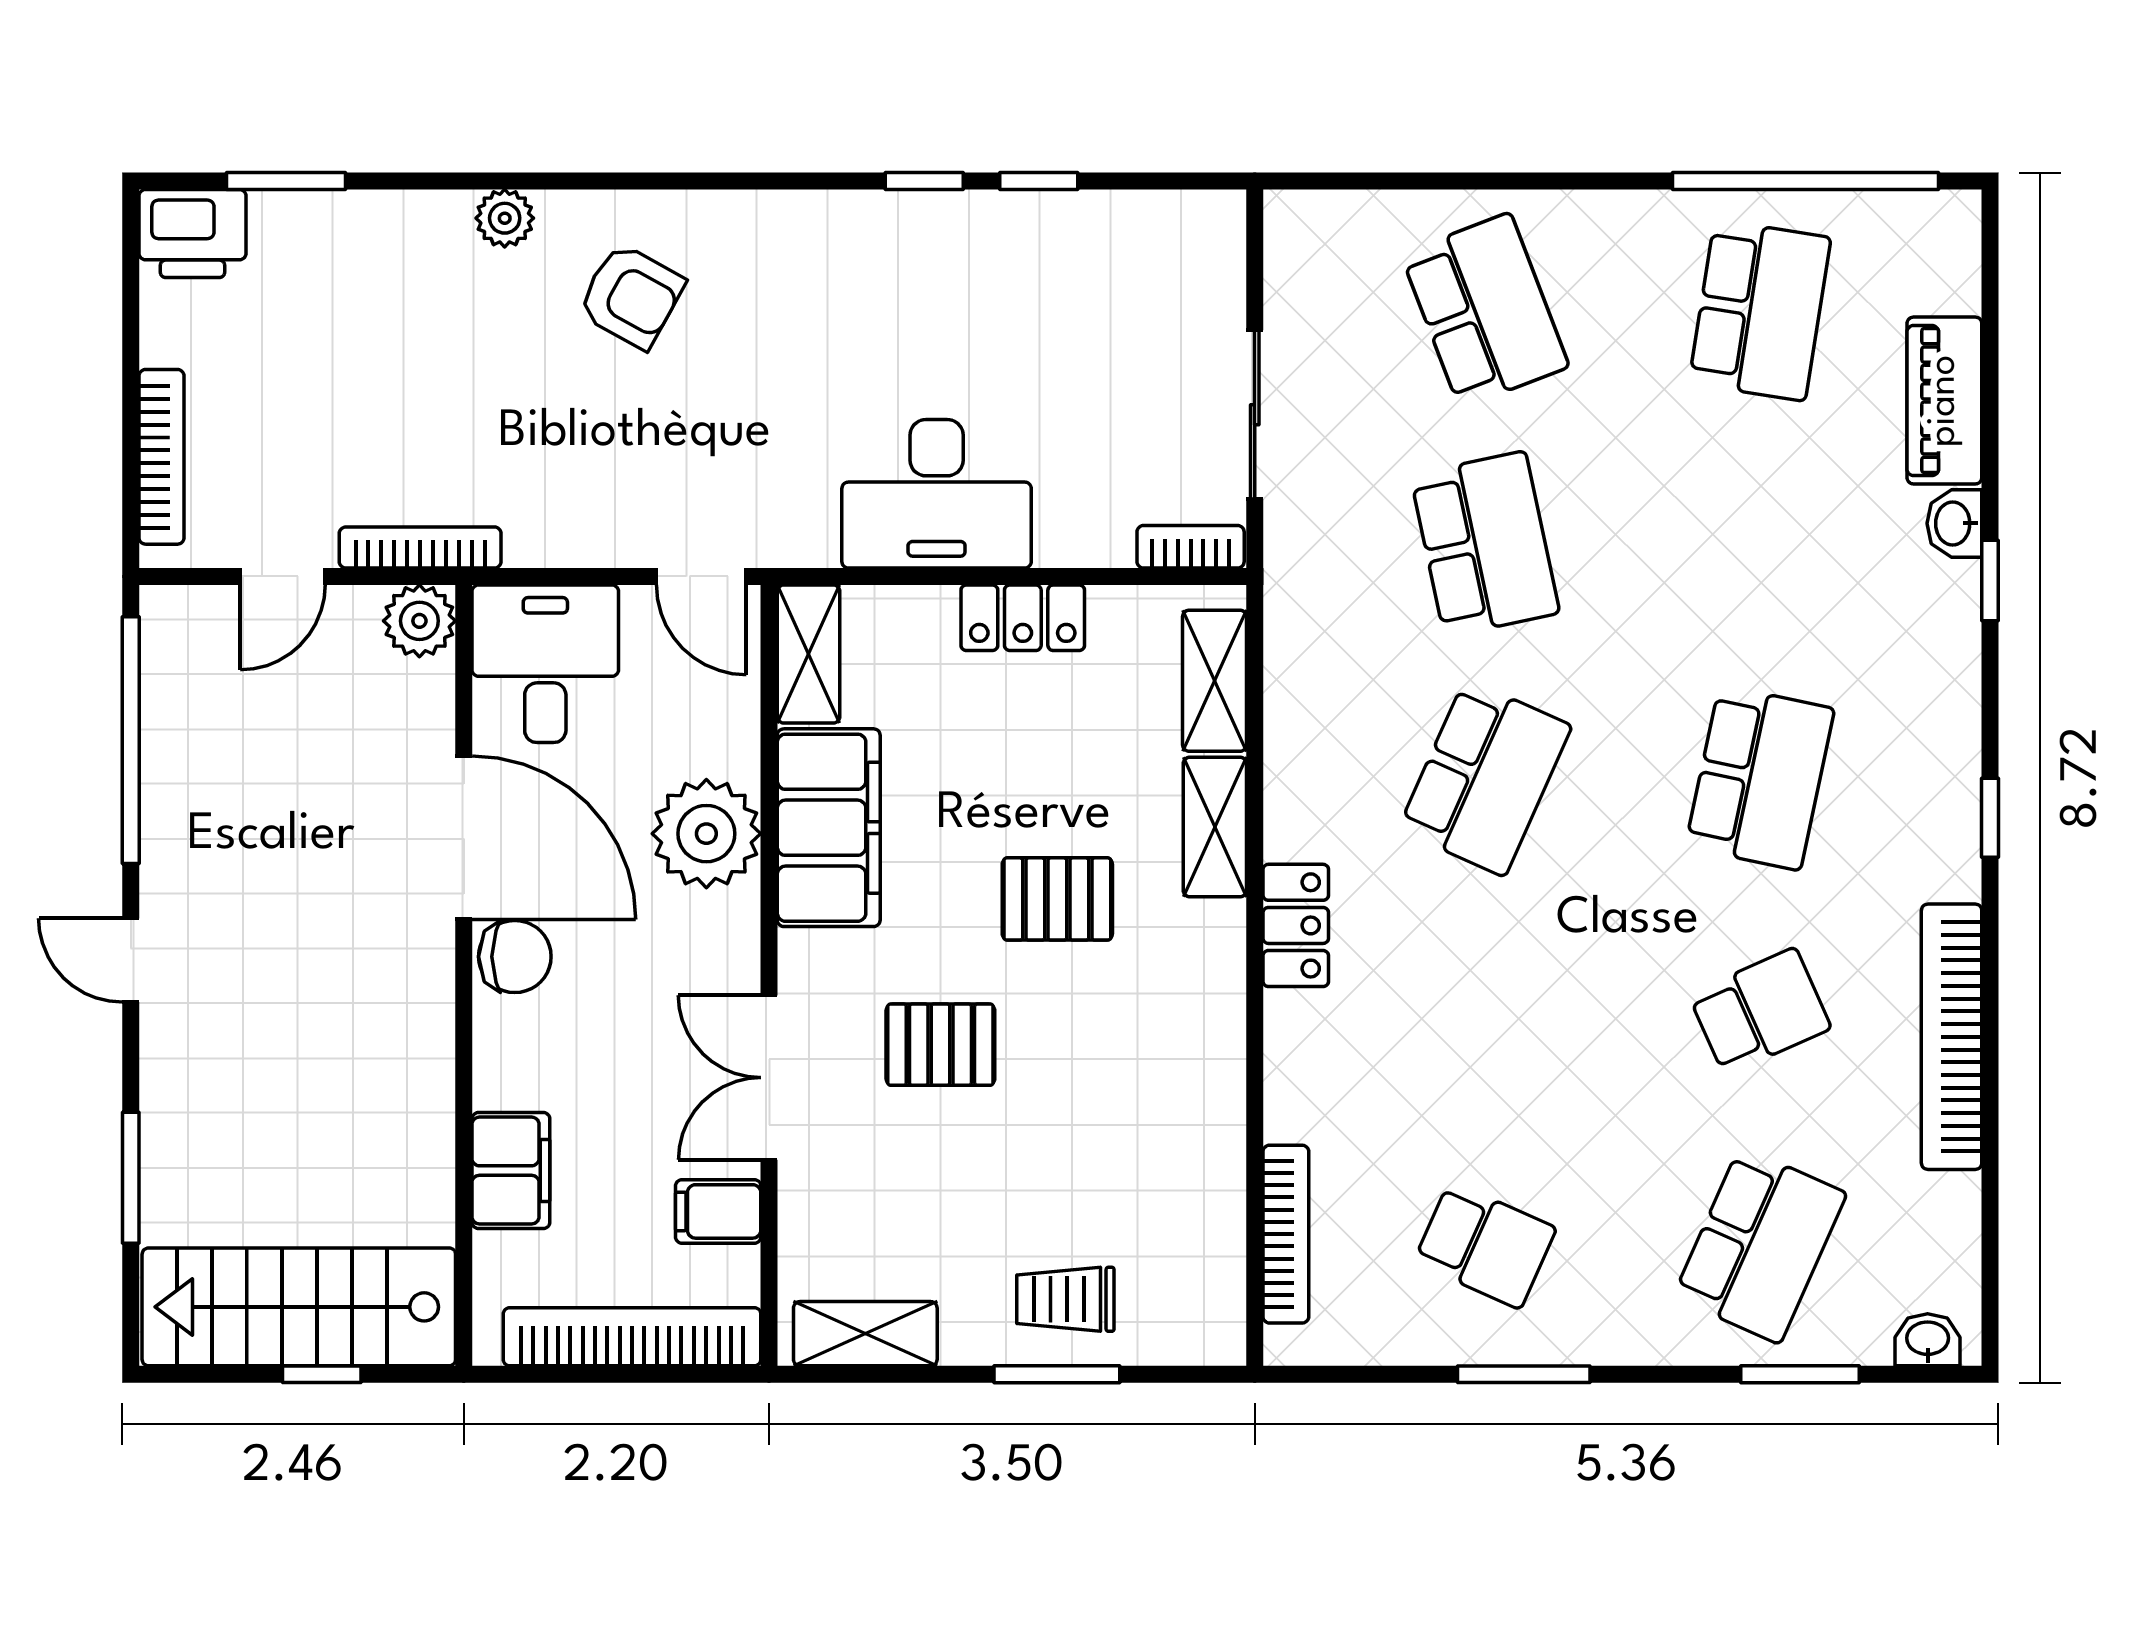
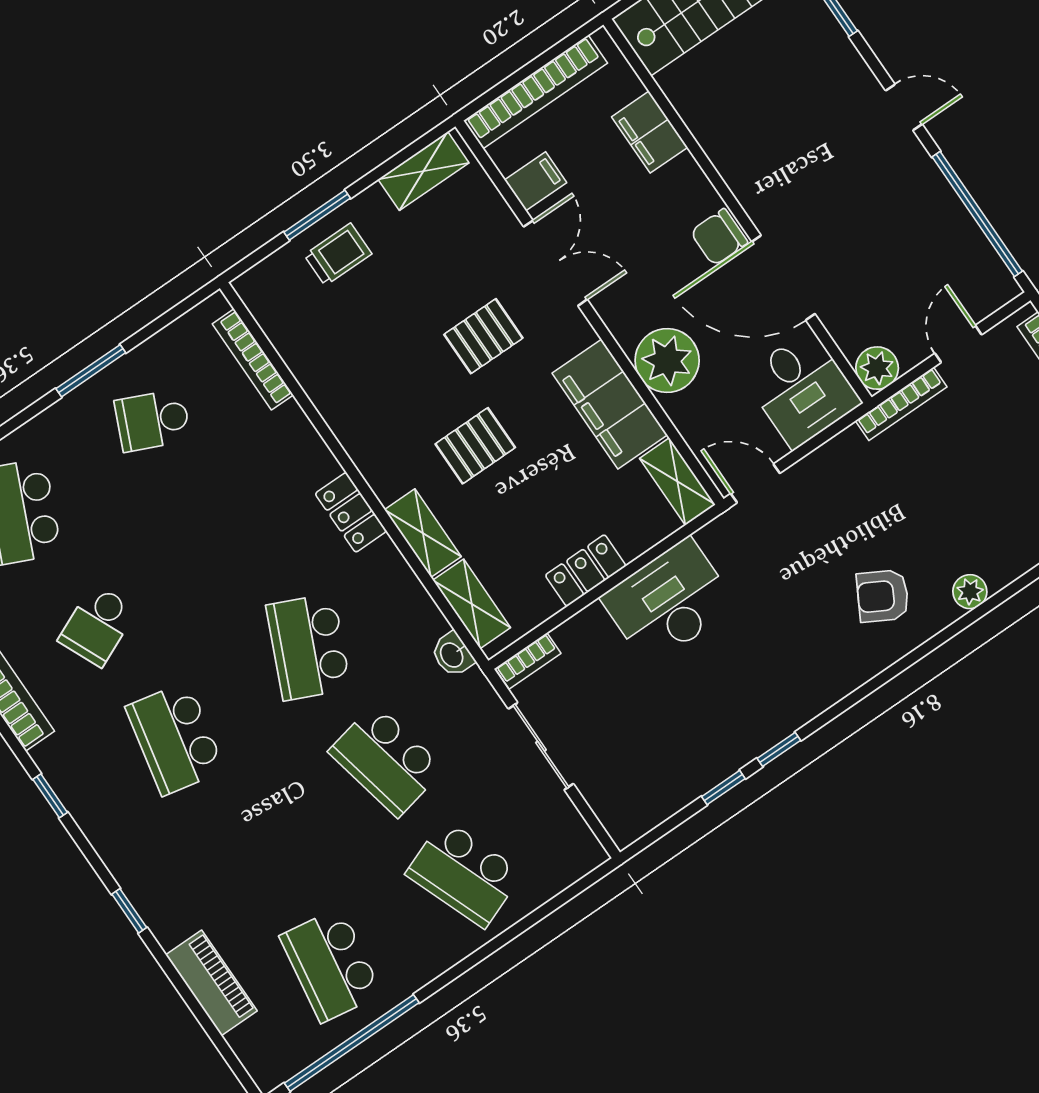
washbasin: (1954, 523) -> (452, 655), moved, turned 180

